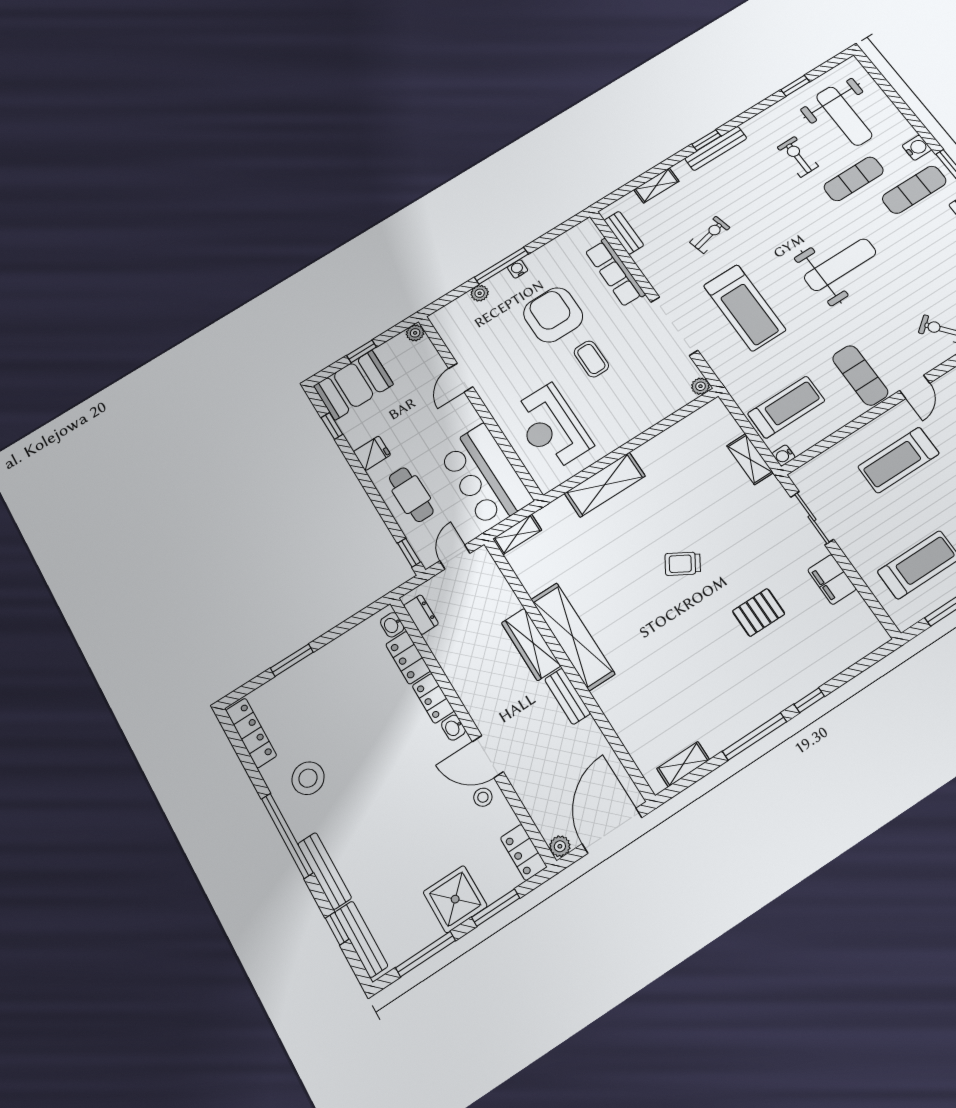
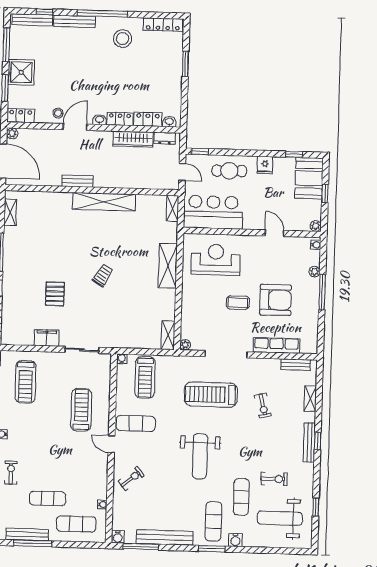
water cooler: (518, 269) -> (316, 245), moved
shelving: (750, 459) -> (168, 335), moved, turned 90
wardrobe: (531, 644) -> (133, 139), moved, turned 180

